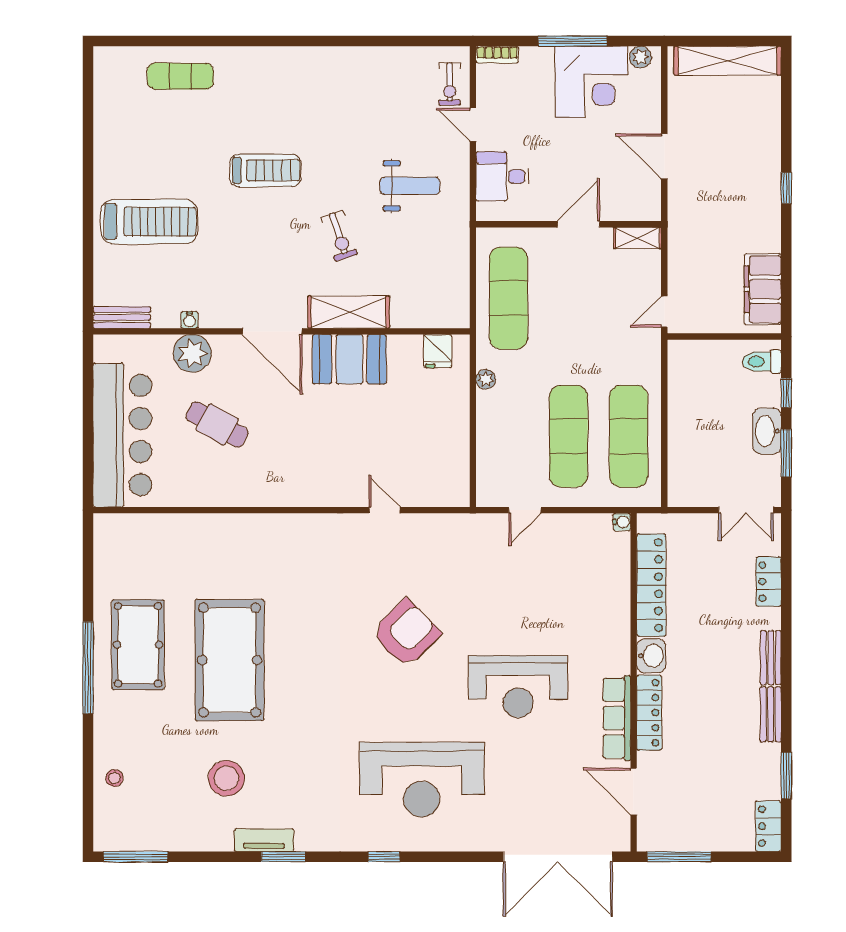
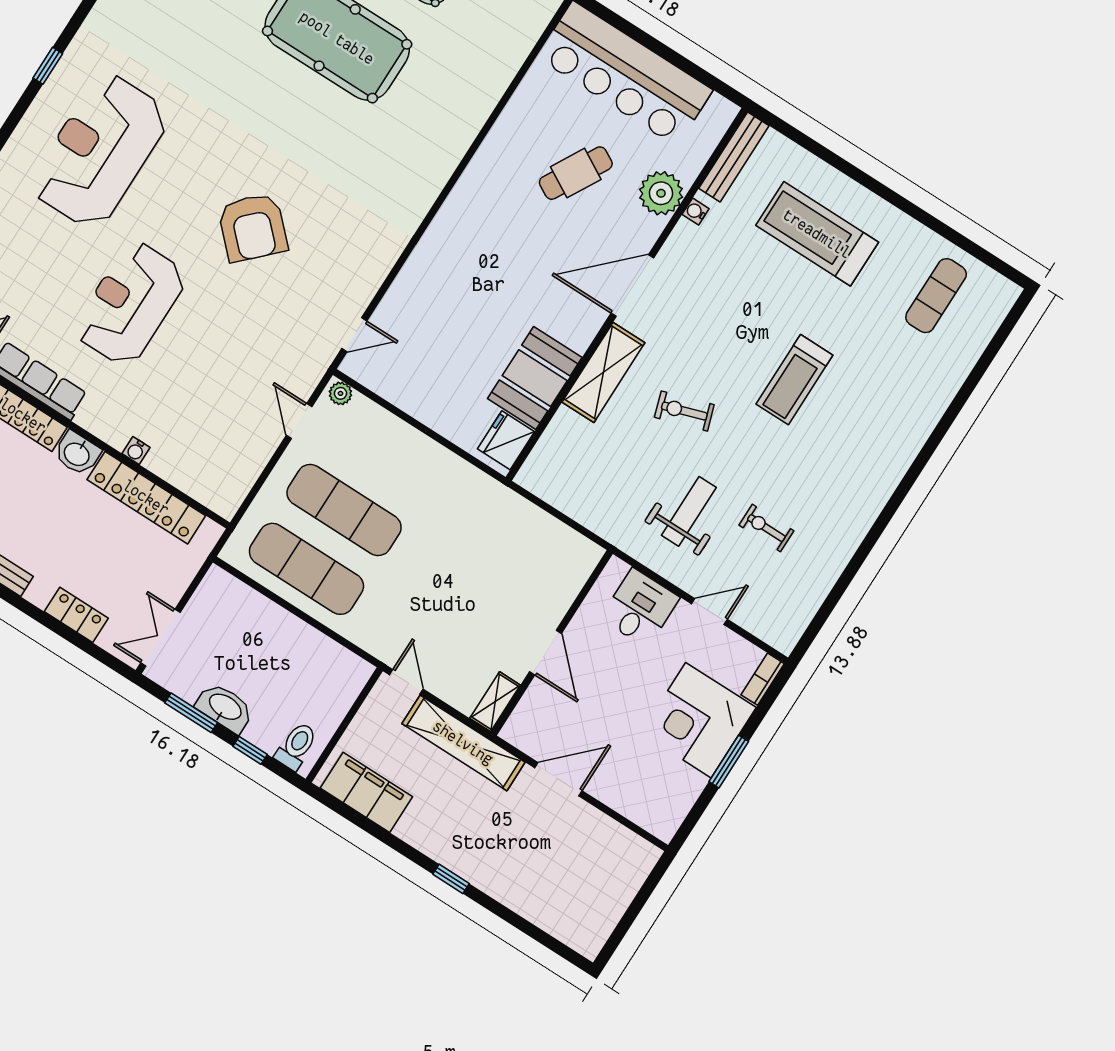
window: (573, 41) -> (729, 762), width x0.69
plant: (640, 57) -> (671, 818), removed
shelving: (728, 61) -> (463, 743), moved, turned 90
exercise mat: (180, 76) -> (936, 296), moved
corner desk: (591, 82) -> (698, 720), moved
exercise bike: (450, 84) -> (766, 528), moved
weight bench: (410, 186) -> (689, 511), turned 180
treadmill: (149, 221) -> (817, 234), turned 90
exercise mat: (508, 298) -> (517, 538), removed
bench: (122, 317) -> (734, 157), width x1.36
fridge: (438, 351) -> (506, 440), width x1.38
booth: (349, 359) -> (535, 378), moved
plant: (486, 379) -> (340, 393), moved
door: (385, 510) -> (354, 335), moved
water cooler: (622, 522) -> (136, 450), moved

